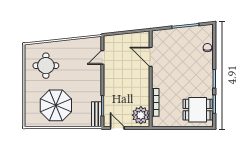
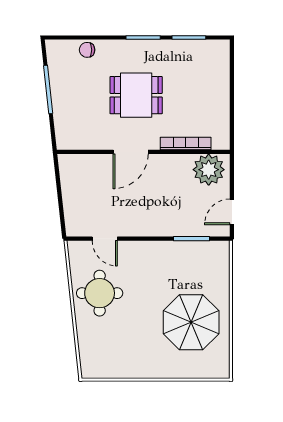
door: (151, 57) -> (131, 152), moved
round table: (46, 66) -> (100, 293), moved
dining table: (198, 110) -> (136, 95), moved, turned 90
bench: (96, 114) -> (207, 249), removed

